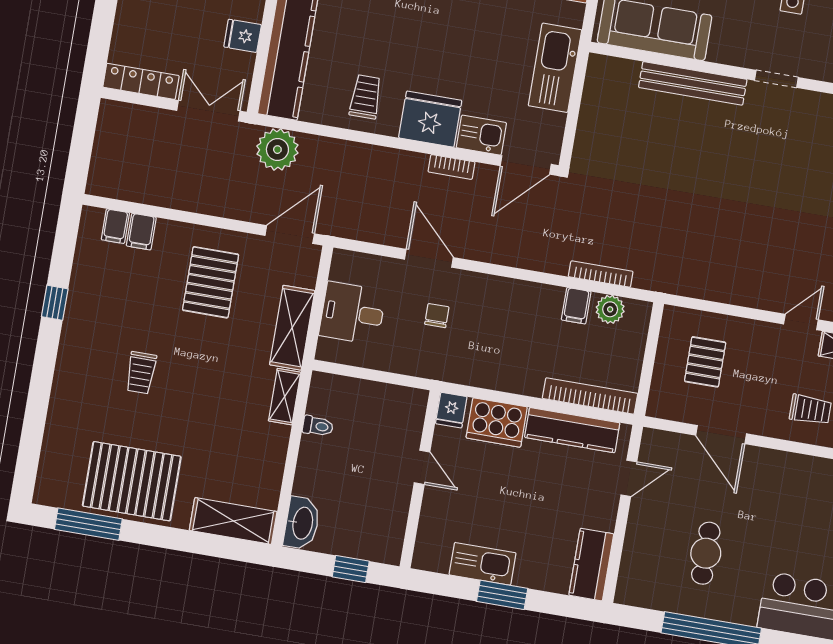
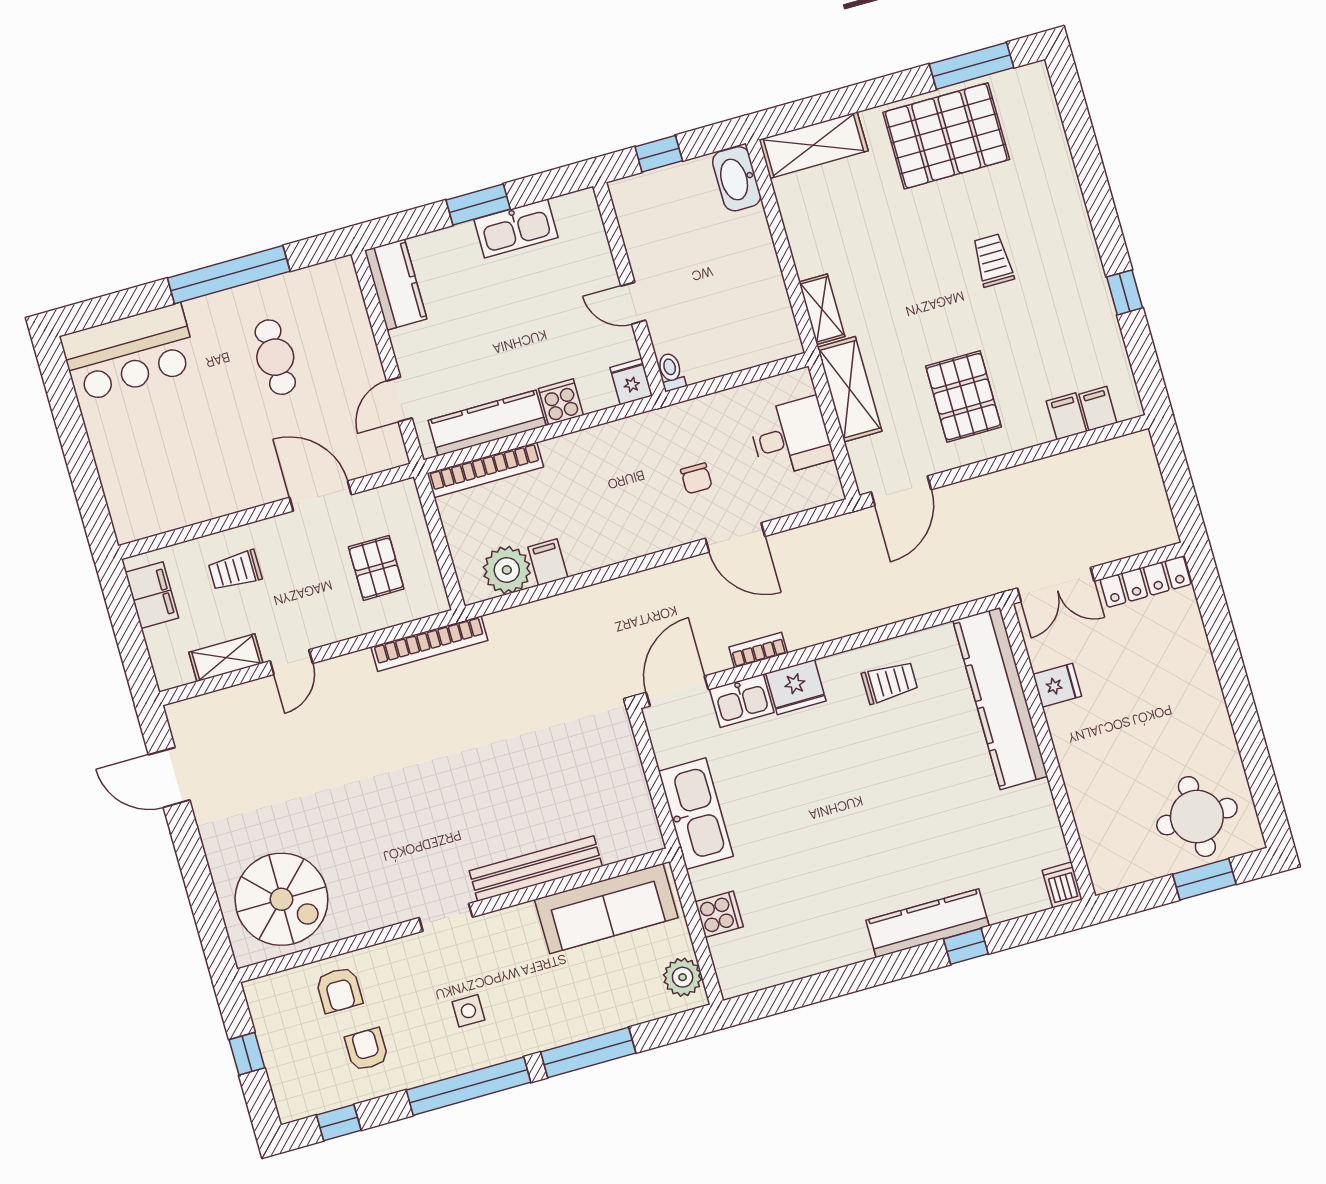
trolley: (366, 97) -> (890, 682), turned -90
fridge: (430, 119) -> (796, 687), width x0.73, depth x0.75
plant: (277, 150) -> (959, 578), removed
bookcase: (601, 274) -> (429, 644), moved, width x1.48, depth x1.31
plant: (610, 309) -> (507, 570), width x1.36, depth x1.36
cooker: (497, 422) -> (561, 402), width x0.53, depth x0.76
toilet: (318, 426) -> (671, 372), moved, turned 90

